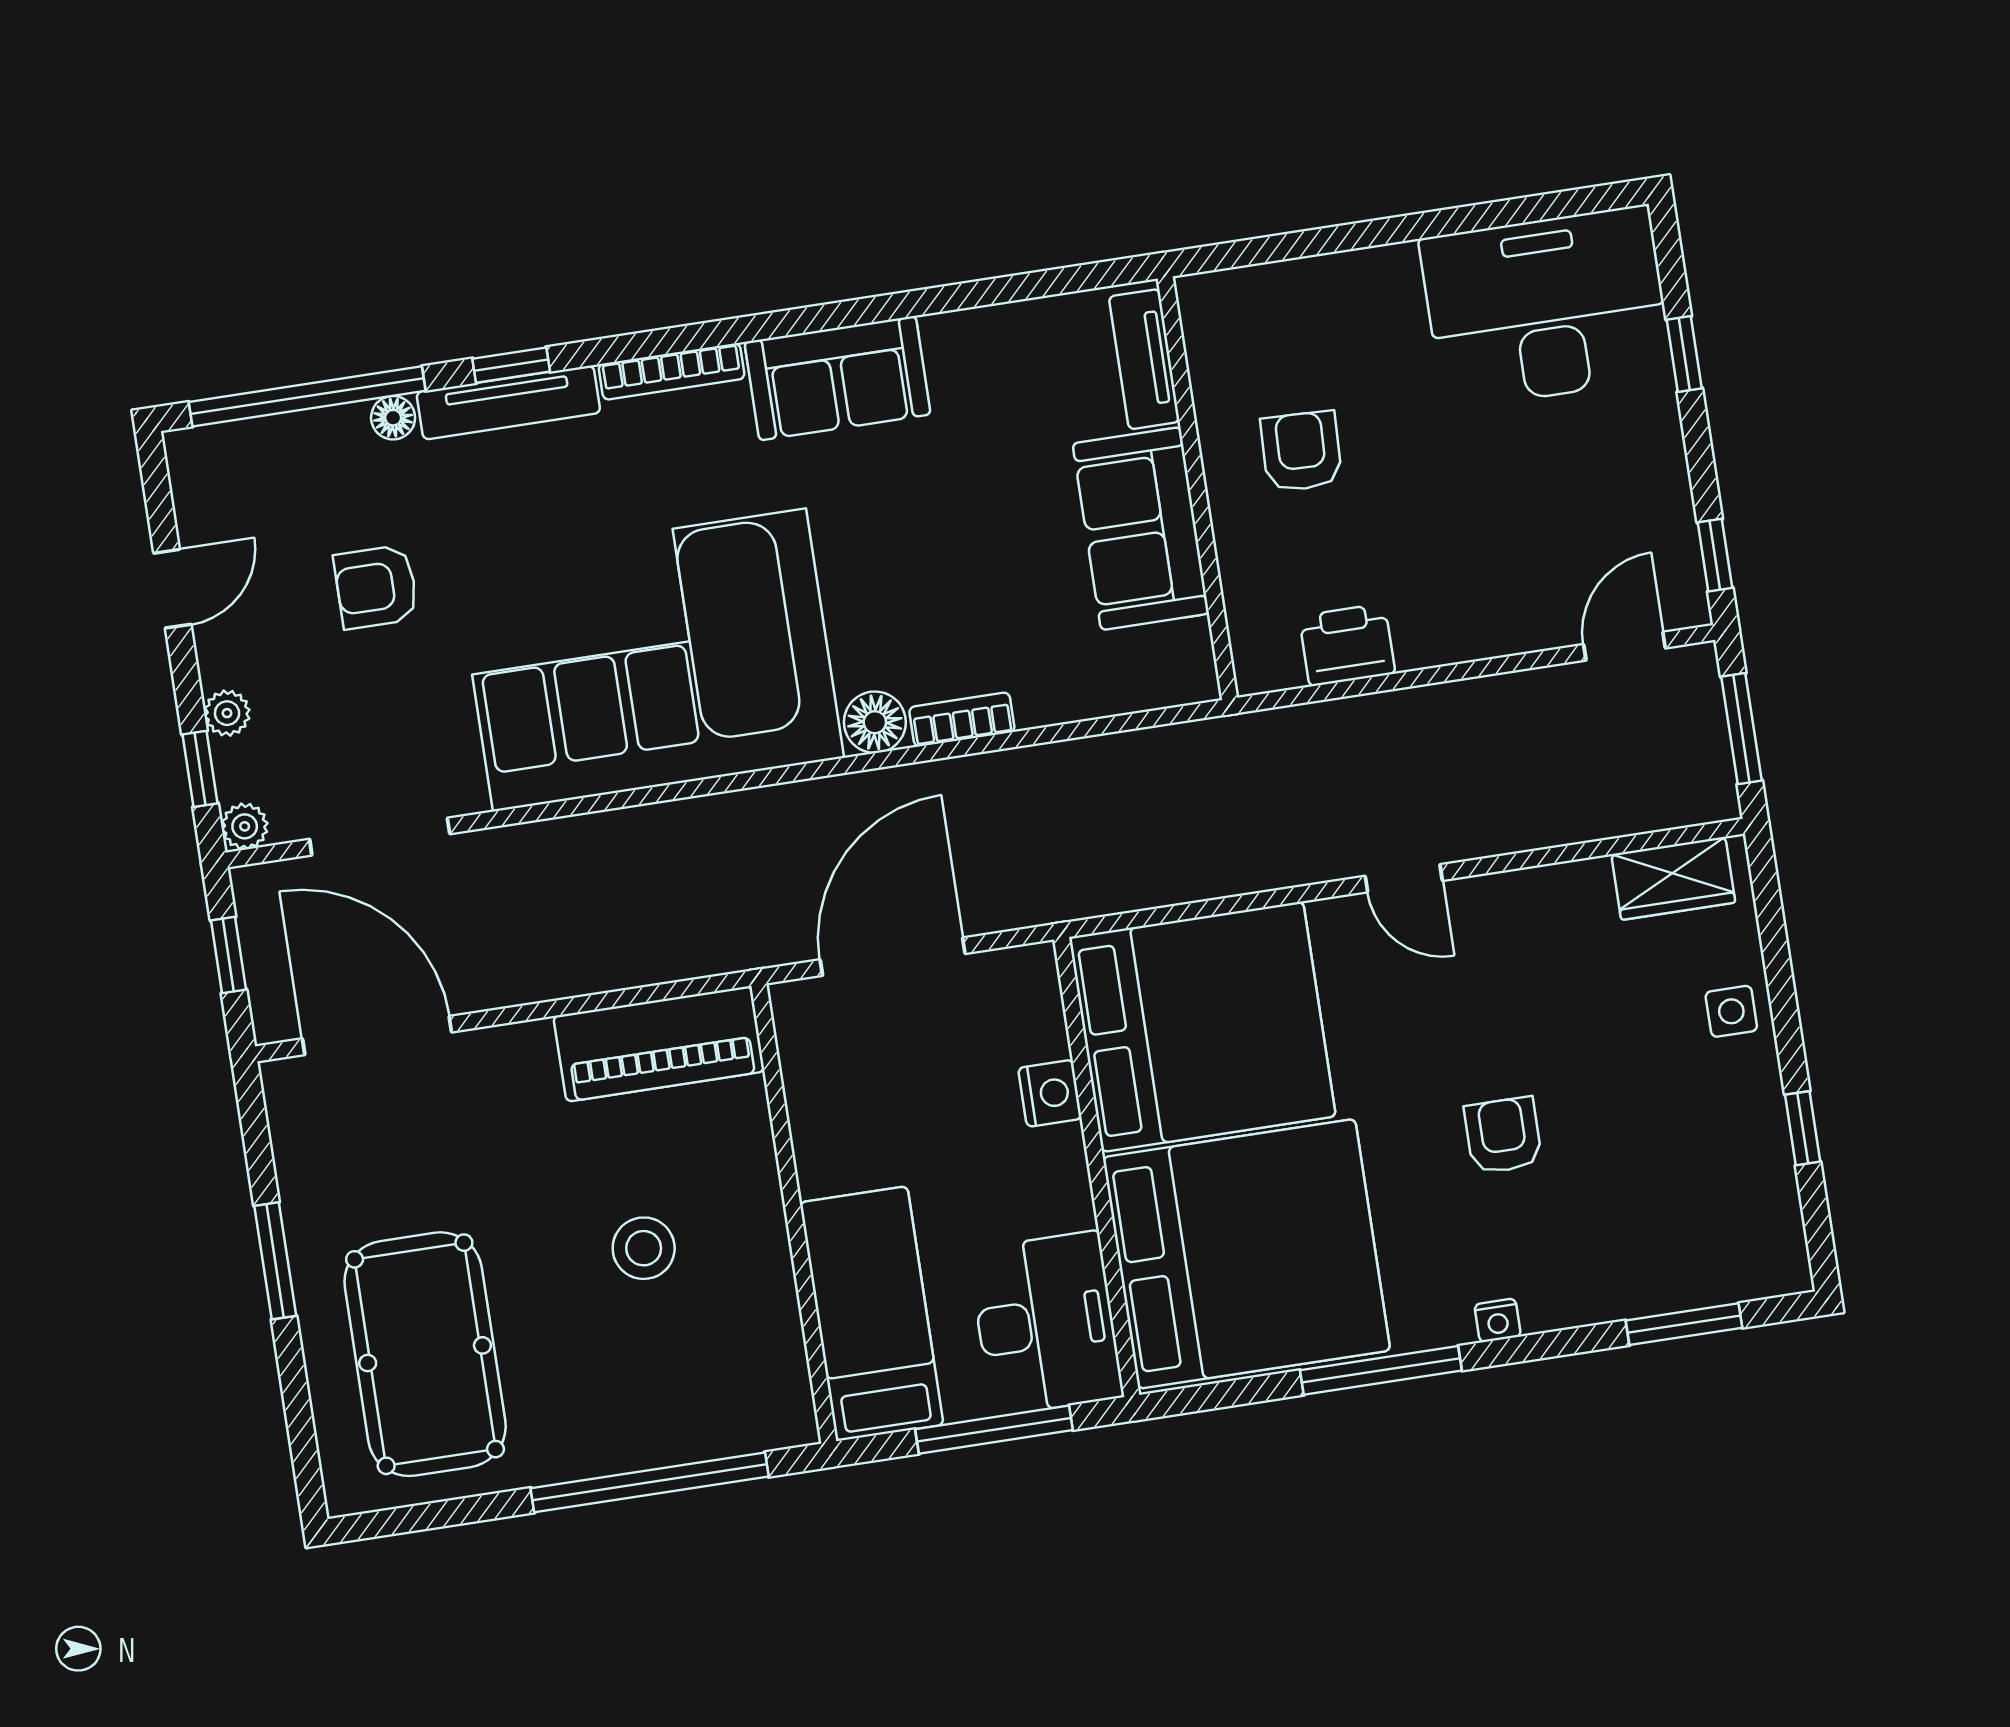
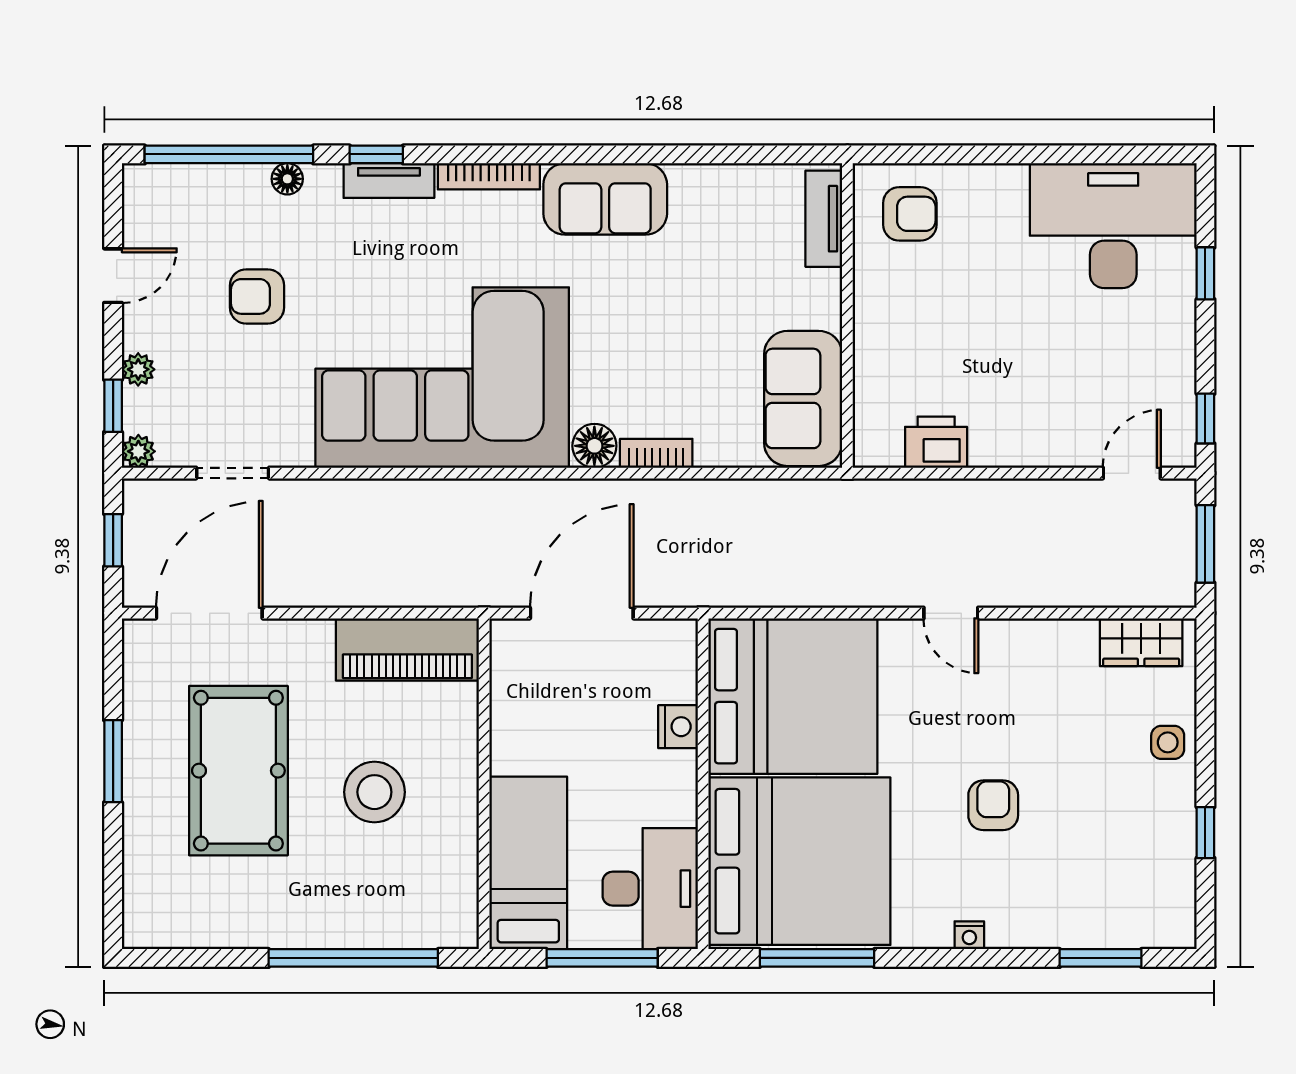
tv unit: (508, 402) -> (389, 181), width x0.71
armchair: (1301, 451) -> (910, 214), moved, turned 88
sofa: (1141, 529) -> (803, 398), moved
doorway: (380, 837) -> (233, 473), width x0.73
door: (377, 1035) -> (209, 613), hinge flipped
stool: (644, 1248) -> (374, 792), width x1.38, depth x1.38
pool table: (425, 1354) -> (238, 771), moved
window: (1381, 1370) -> (817, 958), moved

